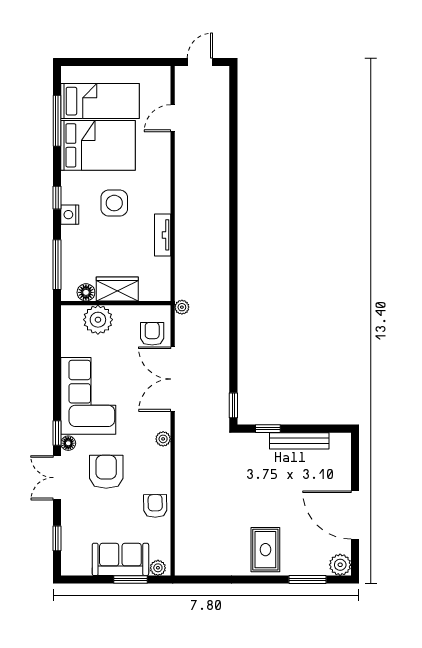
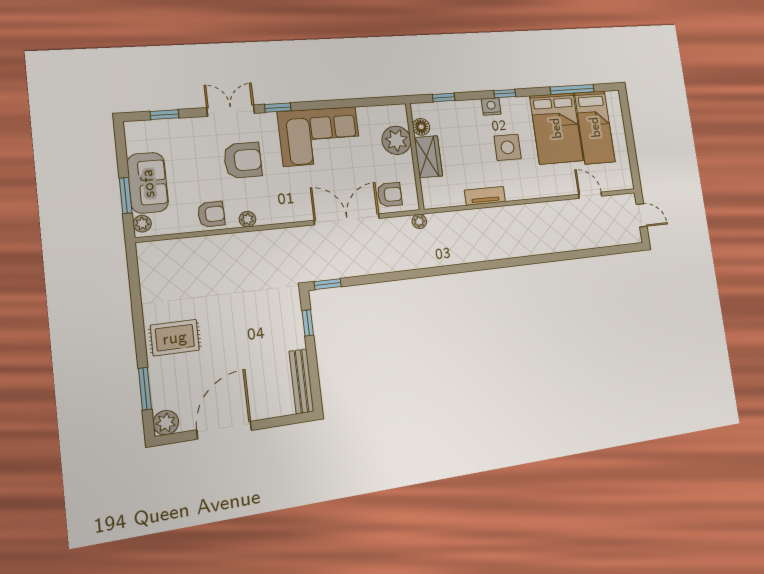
window: (57, 265) -> (444, 97), width x0.46
plant: (163, 439) -> (247, 219), moved
bench: (299, 441) -> (301, 381), moved
floor lamp: (68, 443) -> (269, 120), removed

